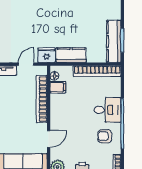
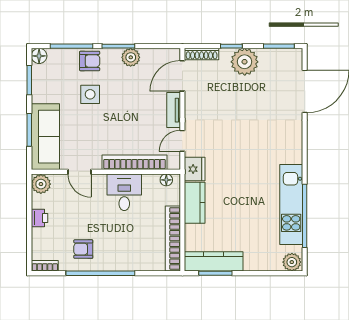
door: (26, 64) -> (182, 141), swing flipped
filing cabinet: (58, 87) -> (151, 185), removed
desk: (107, 110) -> (124, 192), moved, turned 180
armchair: (105, 136) -> (83, 249), turned -90

